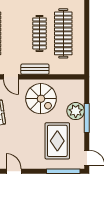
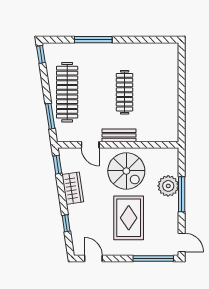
clothes rail: (63, 33) -> (153, 92), removed
rug: (57, 141) -> (129, 218), moved

